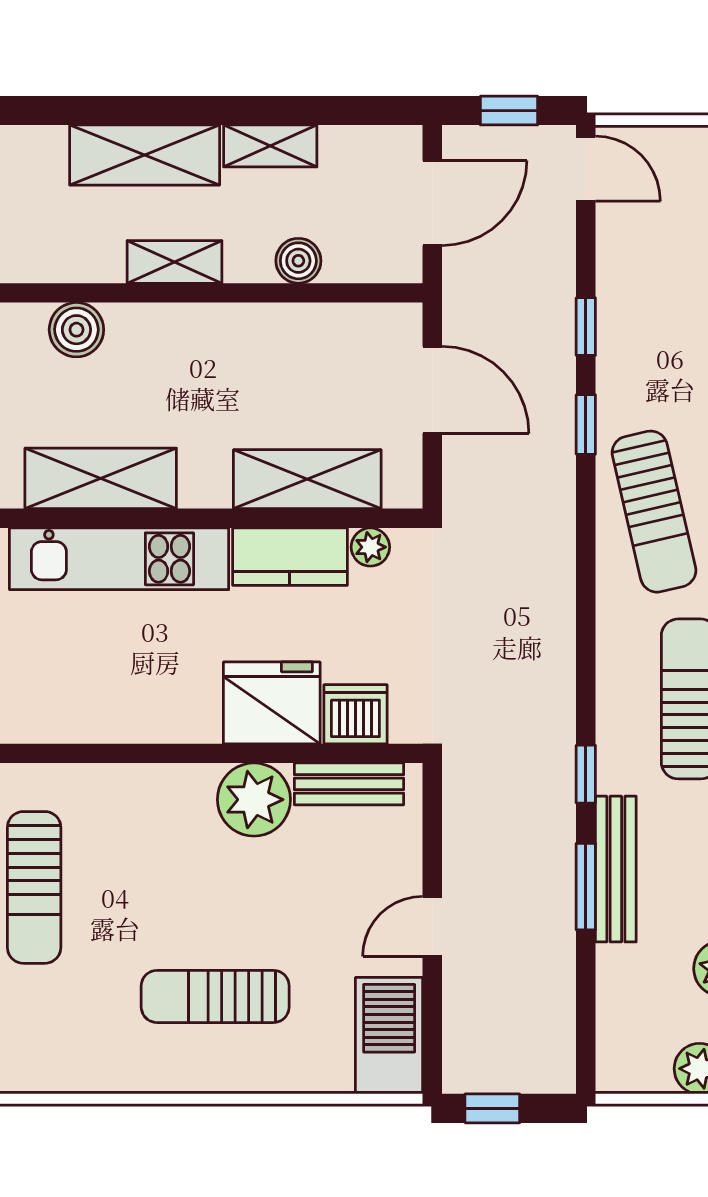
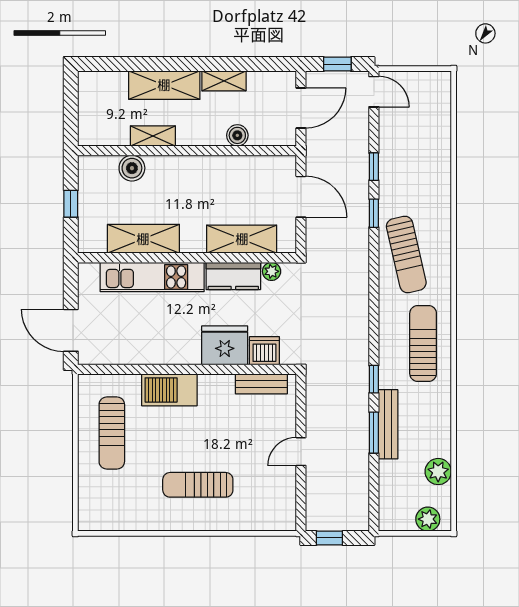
shelving: (175, 262) -> (153, 136), moved
plant: (254, 800) -> (216, 391), removed
barbecue: (389, 1036) -> (169, 390), moved, turned -90

